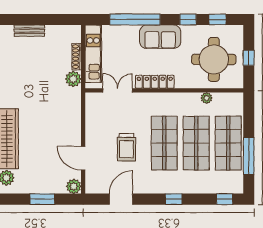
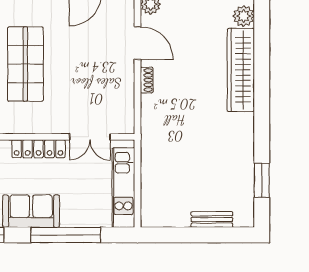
shoe rack: (77, 57) -> (147, 80), moved, width x0.70
plant: (73, 79) -> (151, 153), removed
trolley: (126, 147) -> (78, 58), removed

